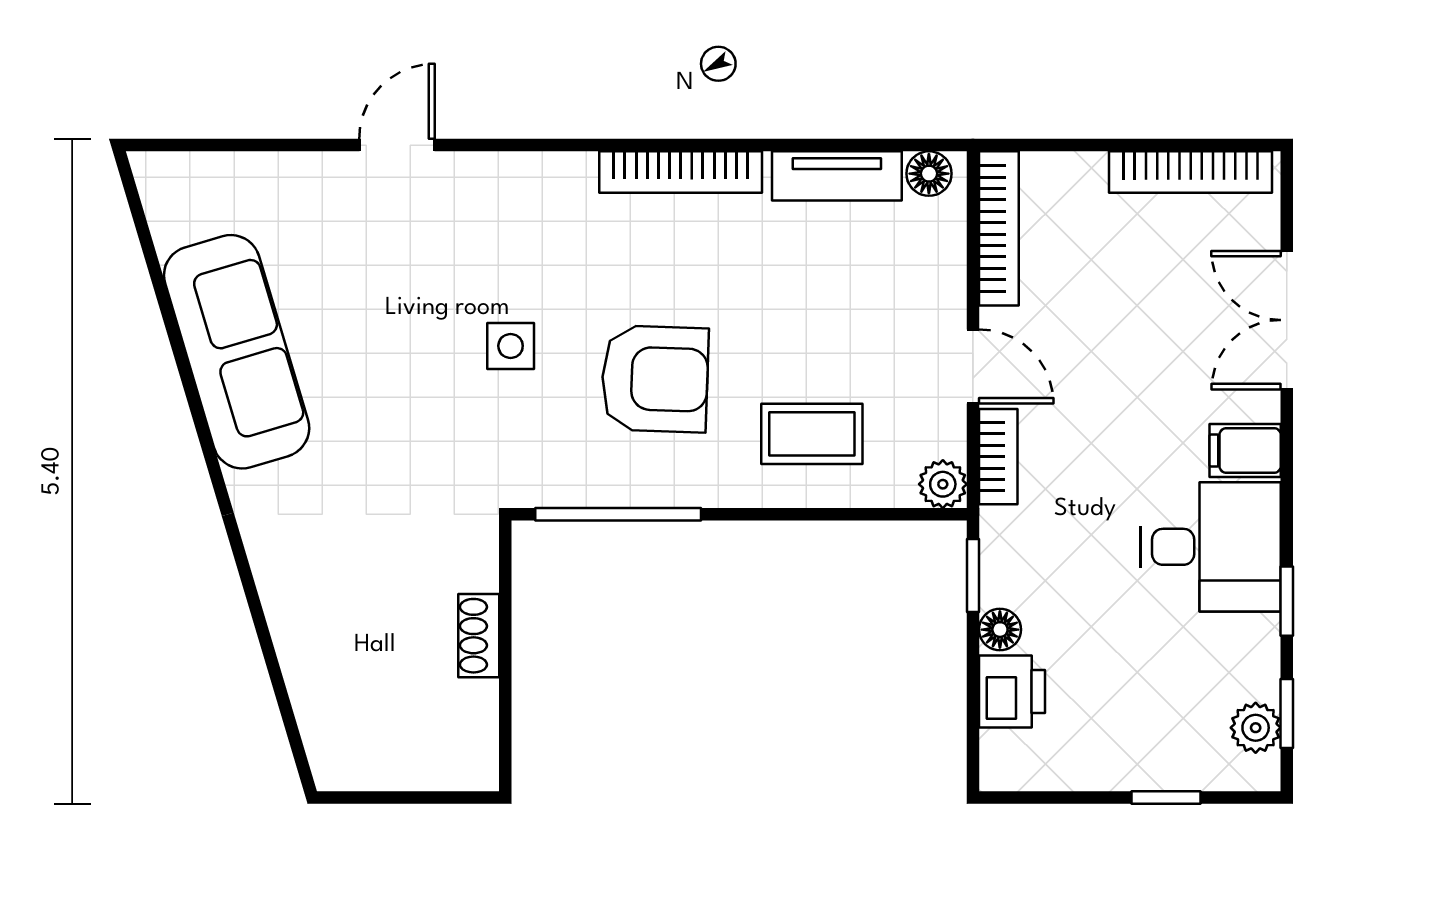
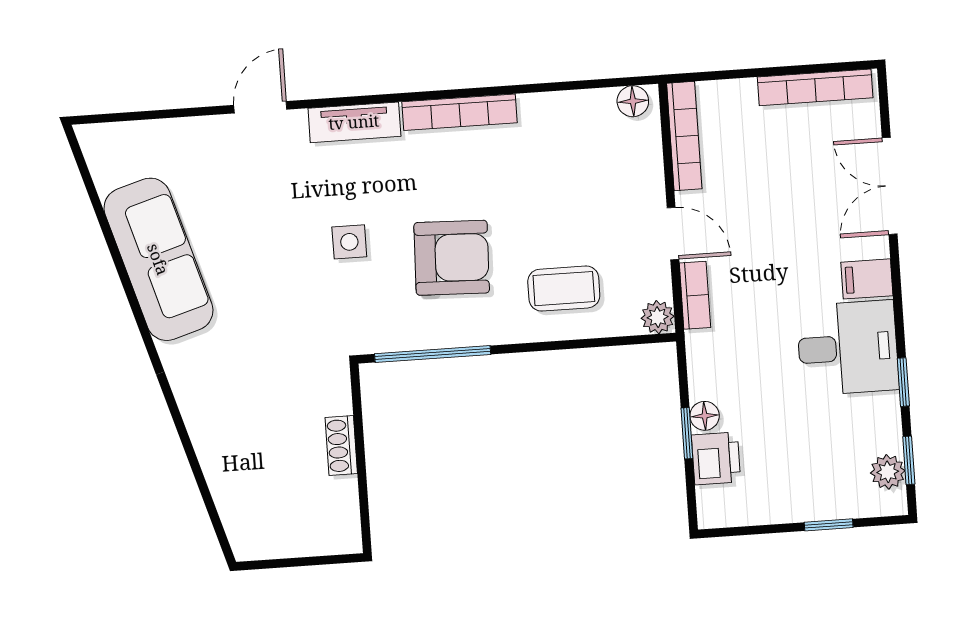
tv unit: (837, 176) -> (354, 122), moved
window: (973, 575) -> (687, 433), moved

